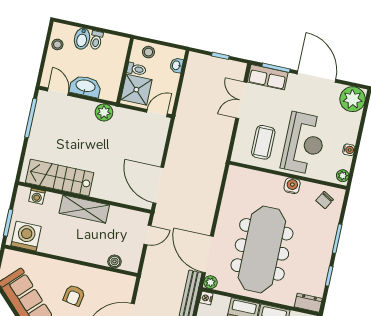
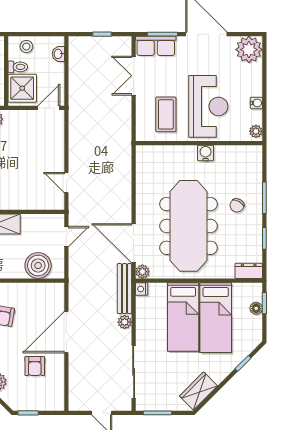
door: (158, 185) -> (66, 183), width x0.53
chair: (325, 200) -> (237, 205), moved
boiler: (114, 261) -> (38, 266), width x1.86, depth x1.86

